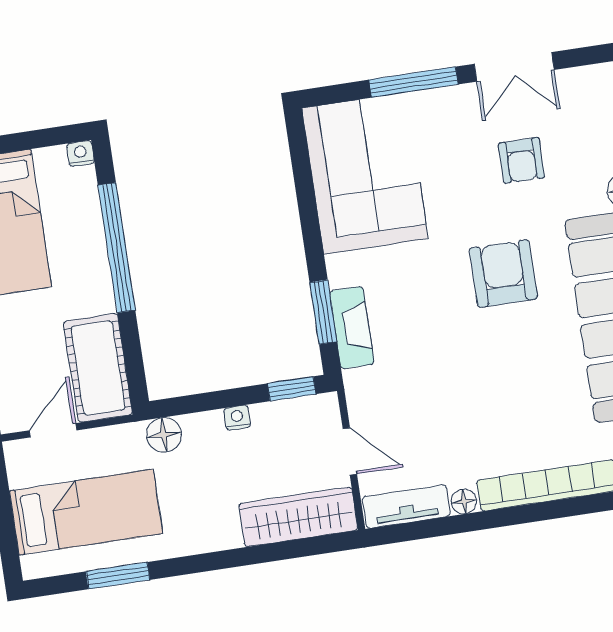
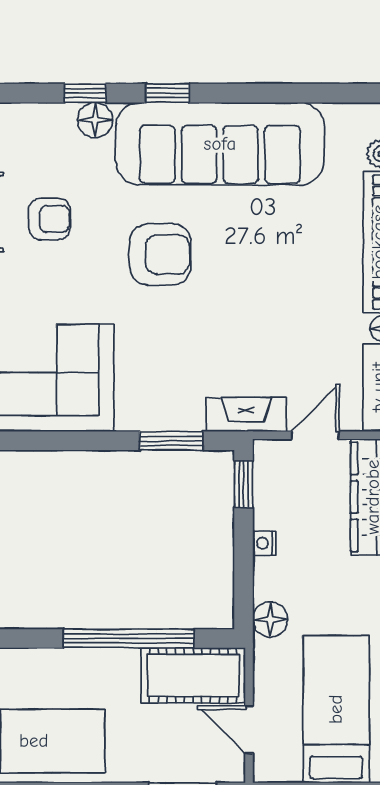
window: (117, 248) -> (129, 638), moved
armchair: (503, 274) -> (160, 254), turned 180
fireplace: (352, 328) -> (246, 415), moved

